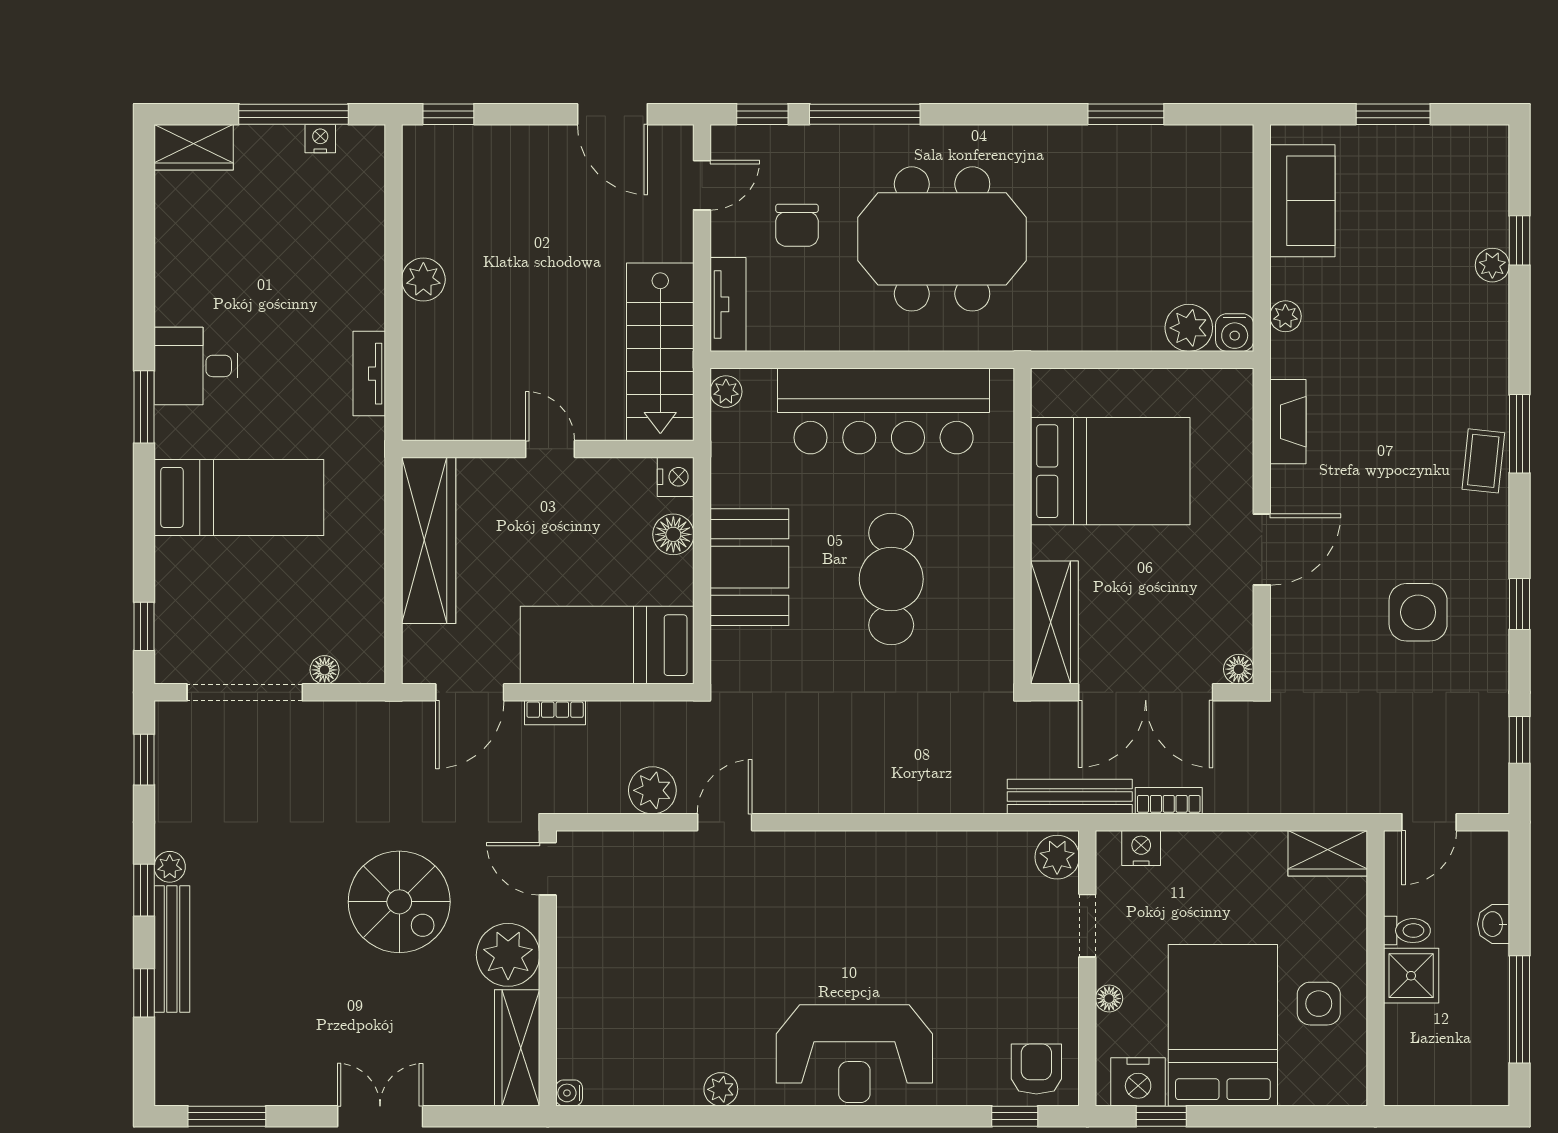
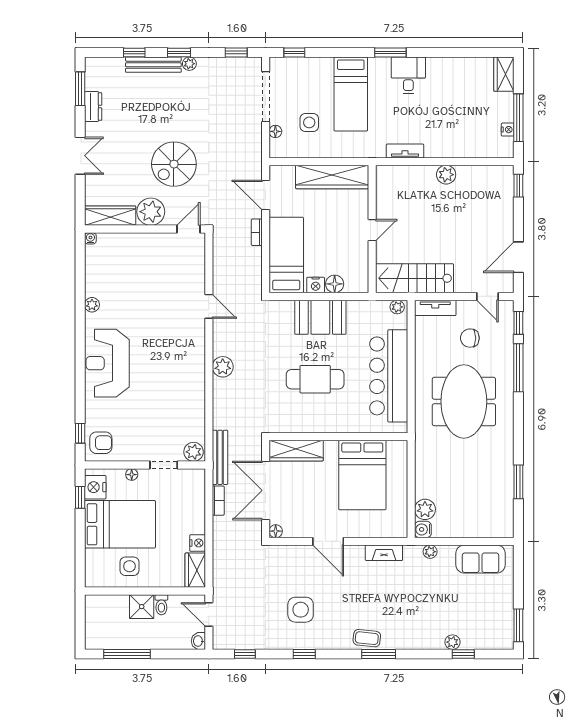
window: (1393, 114) -> (518, 625), moved
nightstand: (676, 477) -> (316, 285), moved
side table: (304, 593) -> (309, 122), added
plant: (652, 790) -> (223, 367), moved
nightstand: (1141, 848) -> (198, 543), moved
washbasin: (1493, 924) -> (198, 641), moved, turned -90
dresser: (268, 1087) -> (93, 107), added

